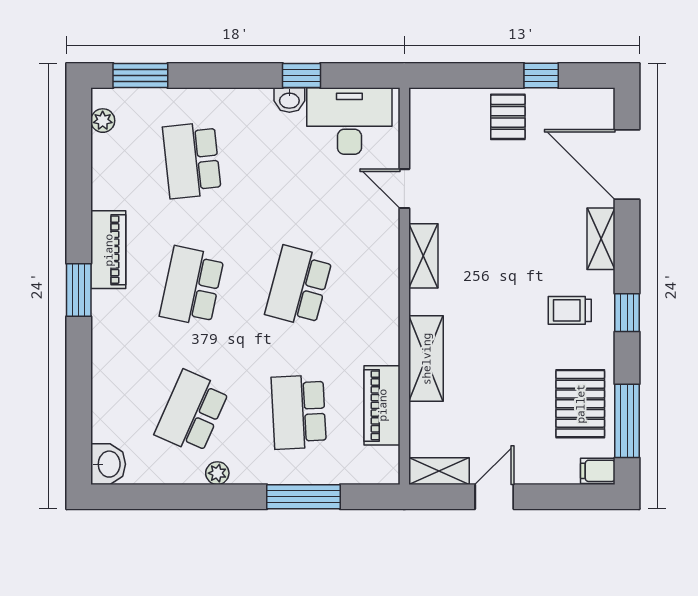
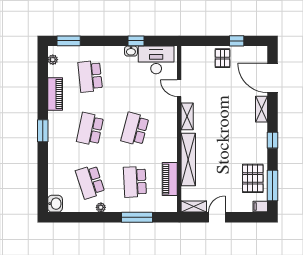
piano: (108, 250) -> (55, 94), moved
trolley: (570, 310) -> (248, 139), removed
shelving: (426, 359) -> (188, 159), width x1.47
school desk: (192, 412) -> (90, 182), turned -42

